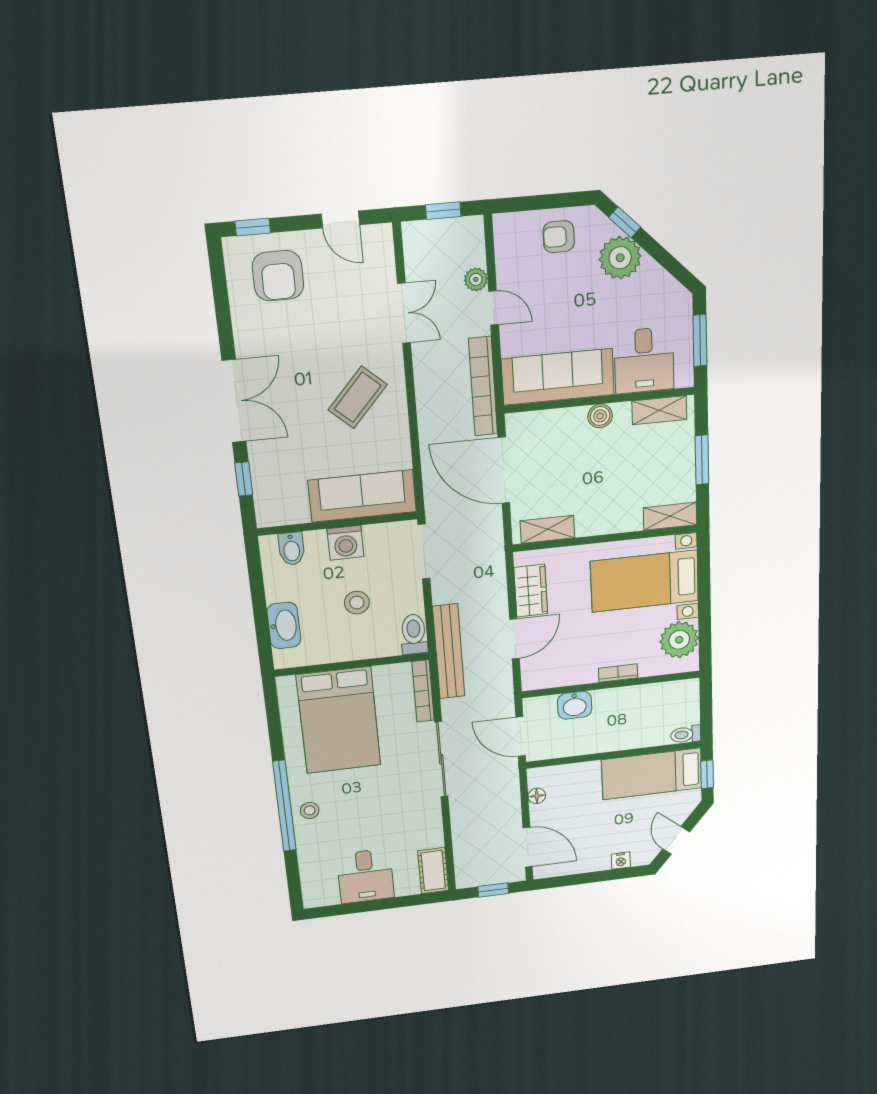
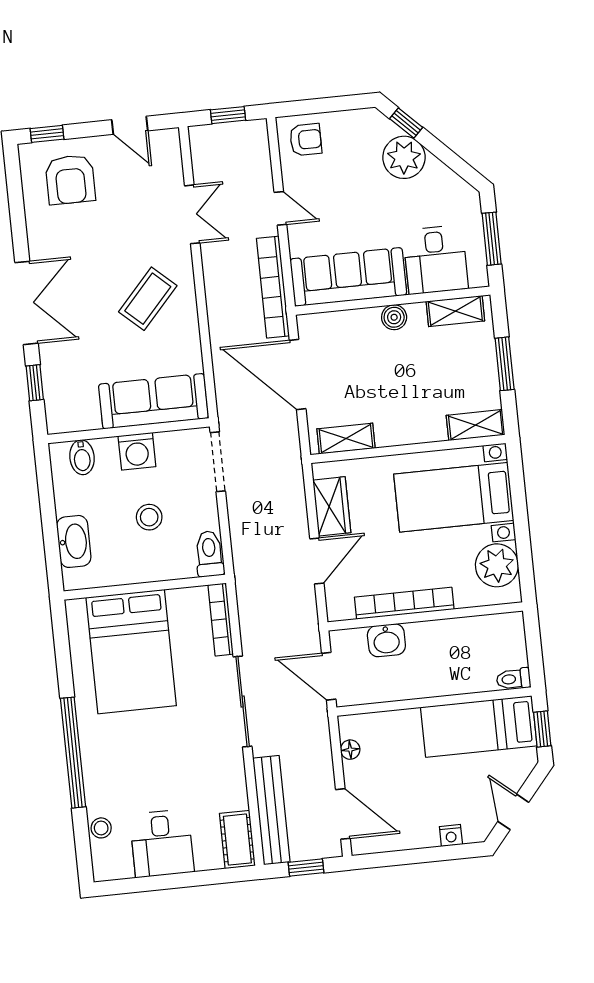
armchair: (559, 237) -> (306, 140), moved, turned 180
plant: (476, 279) -> (262, 181), removed
bench: (449, 651) -> (271, 810), moved
bookcase: (618, 673) -> (404, 603), width x2.31, depth x1.31
stool: (310, 810) -> (101, 828), moved

